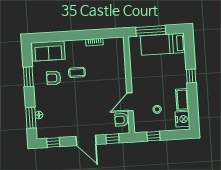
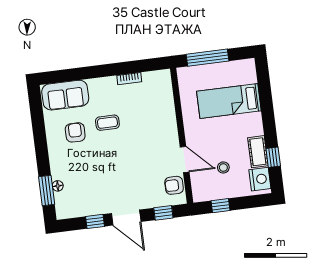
bed: (163, 44) -> (229, 101), moved
window: (191, 76) -> (273, 157), moved
window: (28, 77) -> (39, 133), removed
armchair: (54, 78) -> (75, 132), turned 90
door: (130, 102) -> (185, 159), swing flipped
window: (53, 142) -> (95, 221), moved

